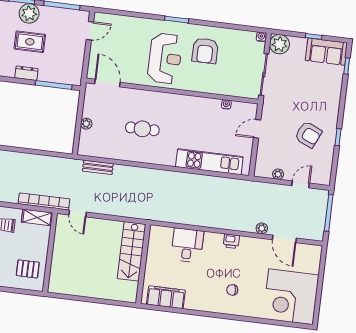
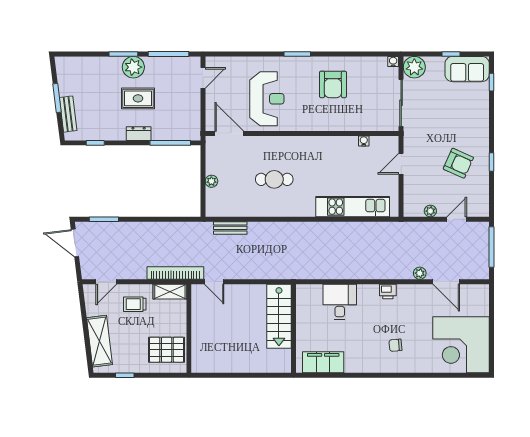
reception desk: (165, 58) -> (267, 99), moved
pallet: (28, 269) -> (167, 350), width x1.50, depth x1.42

